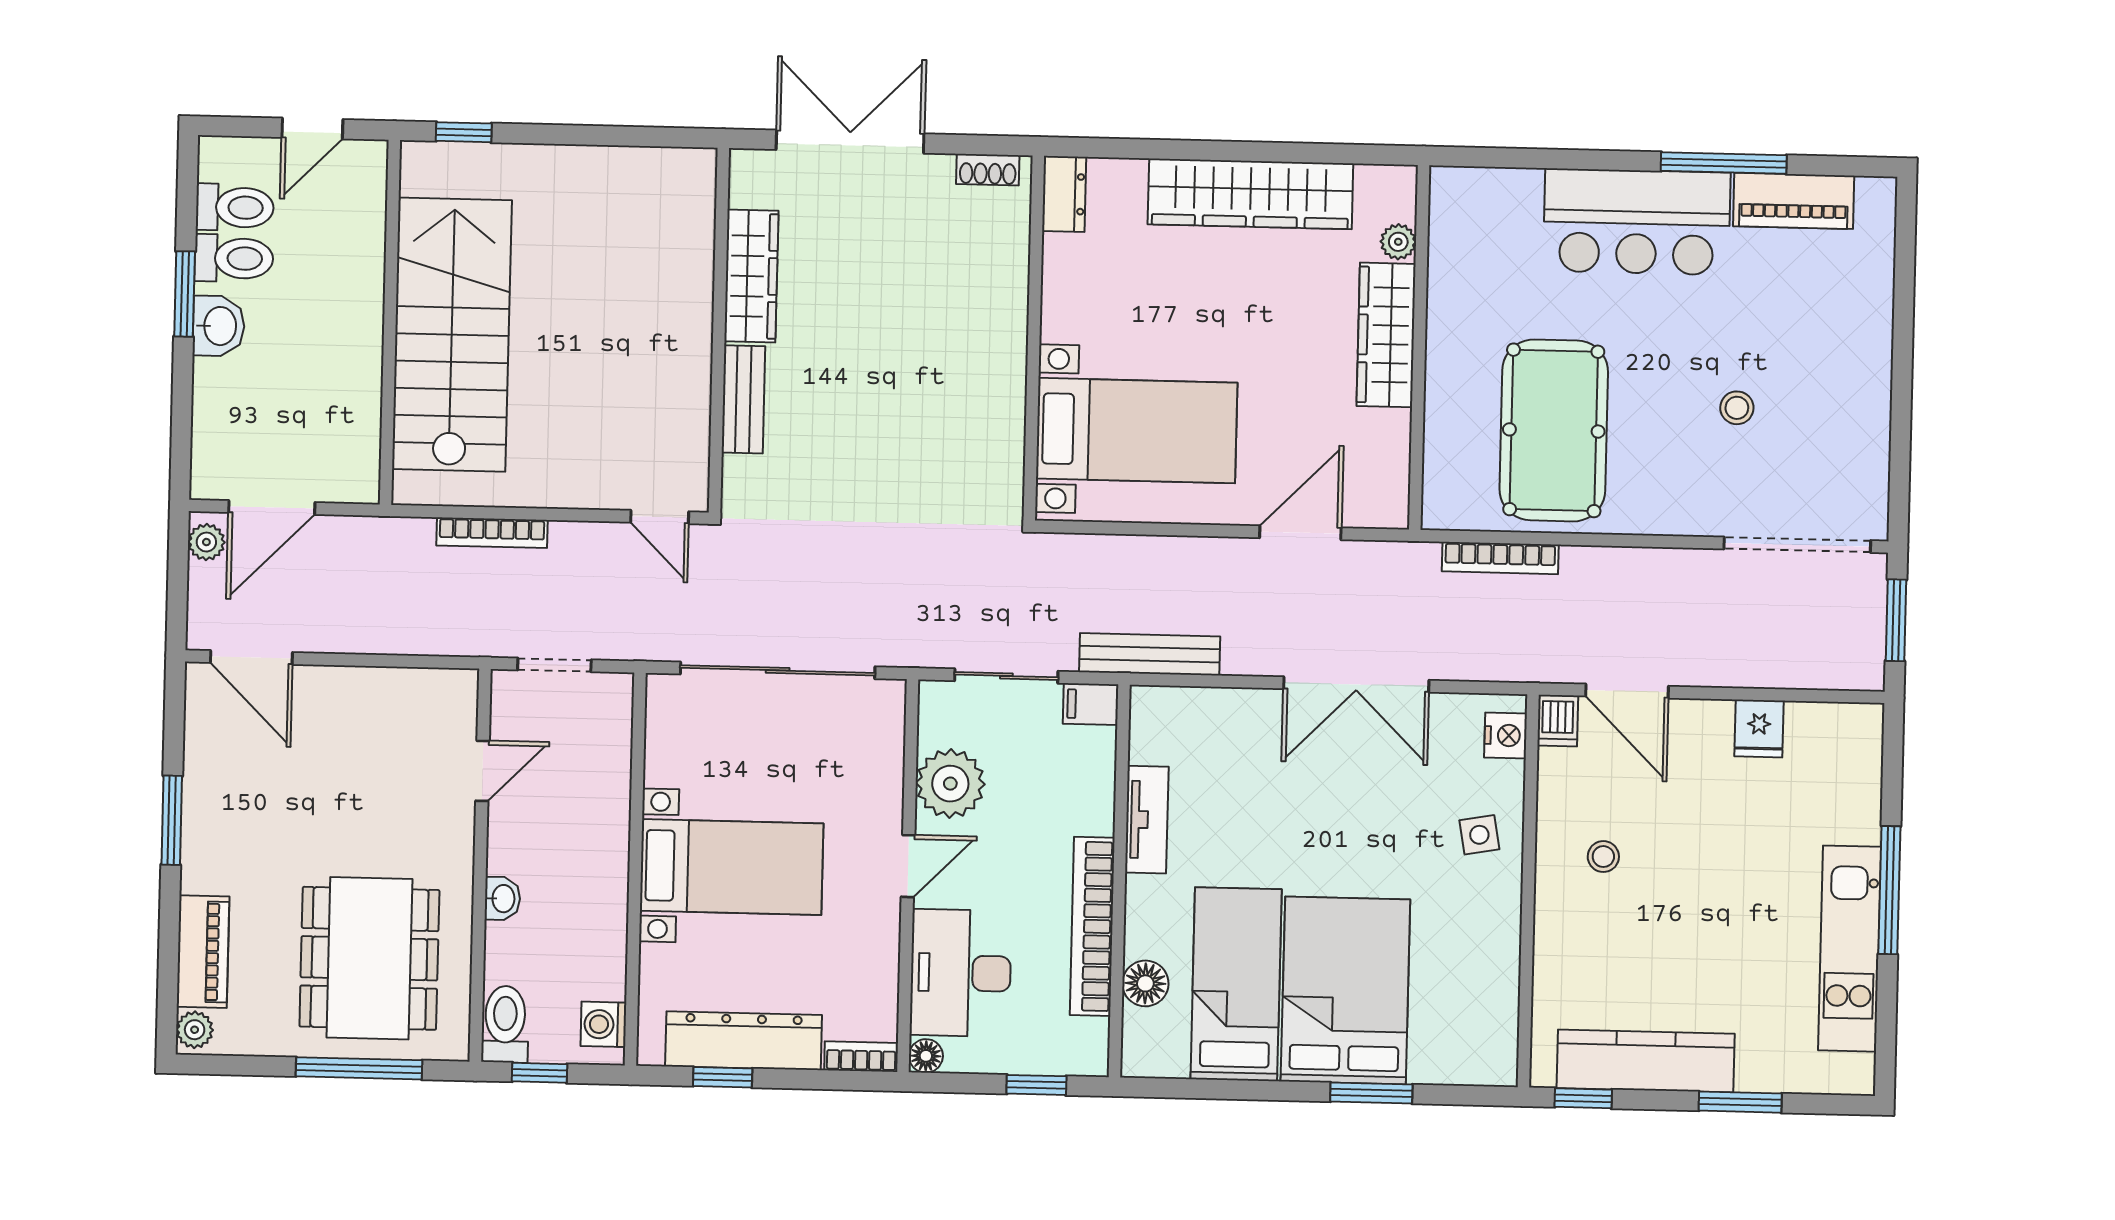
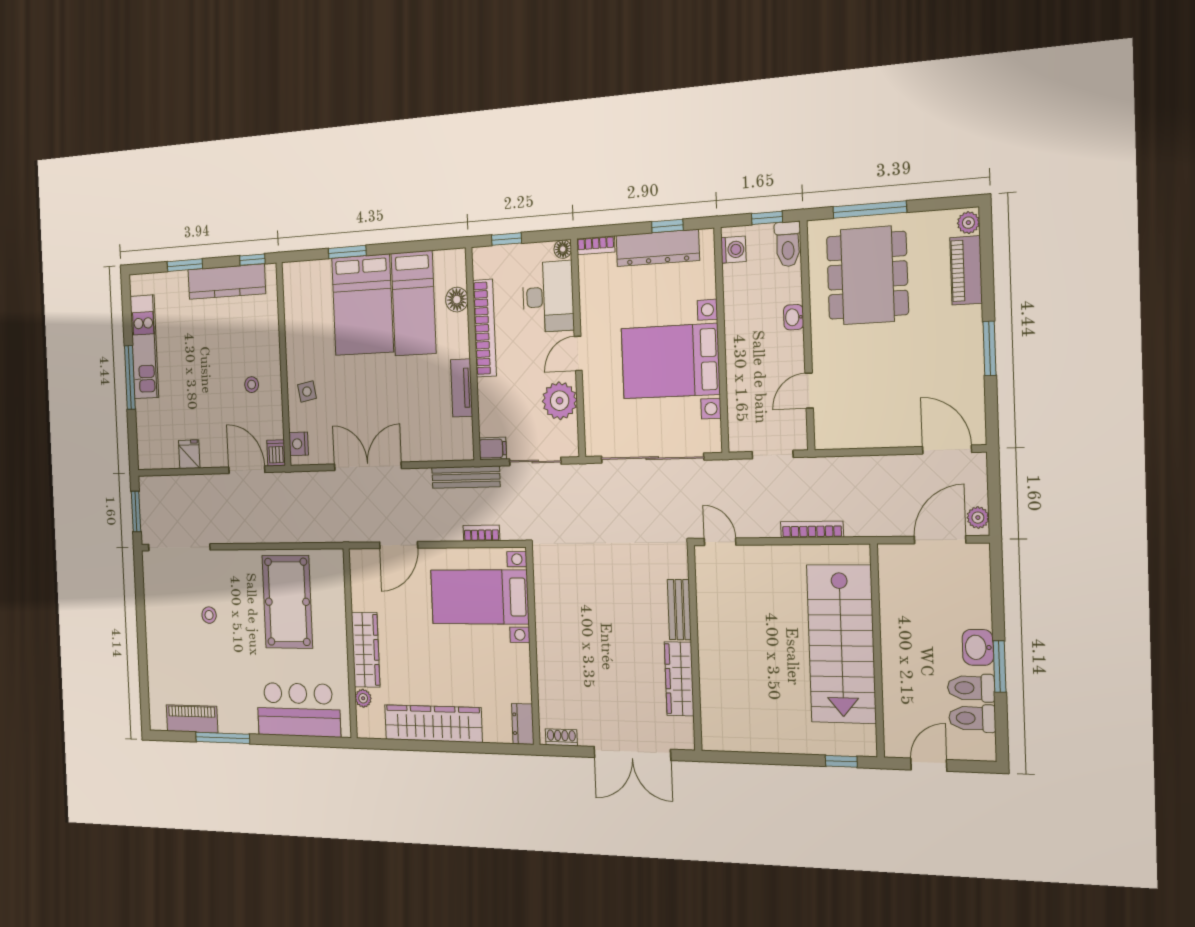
bar counter: (1637, 222) -> (298, 710), moved
bookcase: (1500, 558) -> (481, 533), moved, width x0.64
bed with nightstands: (732, 867) -> (670, 361), width x1.36

